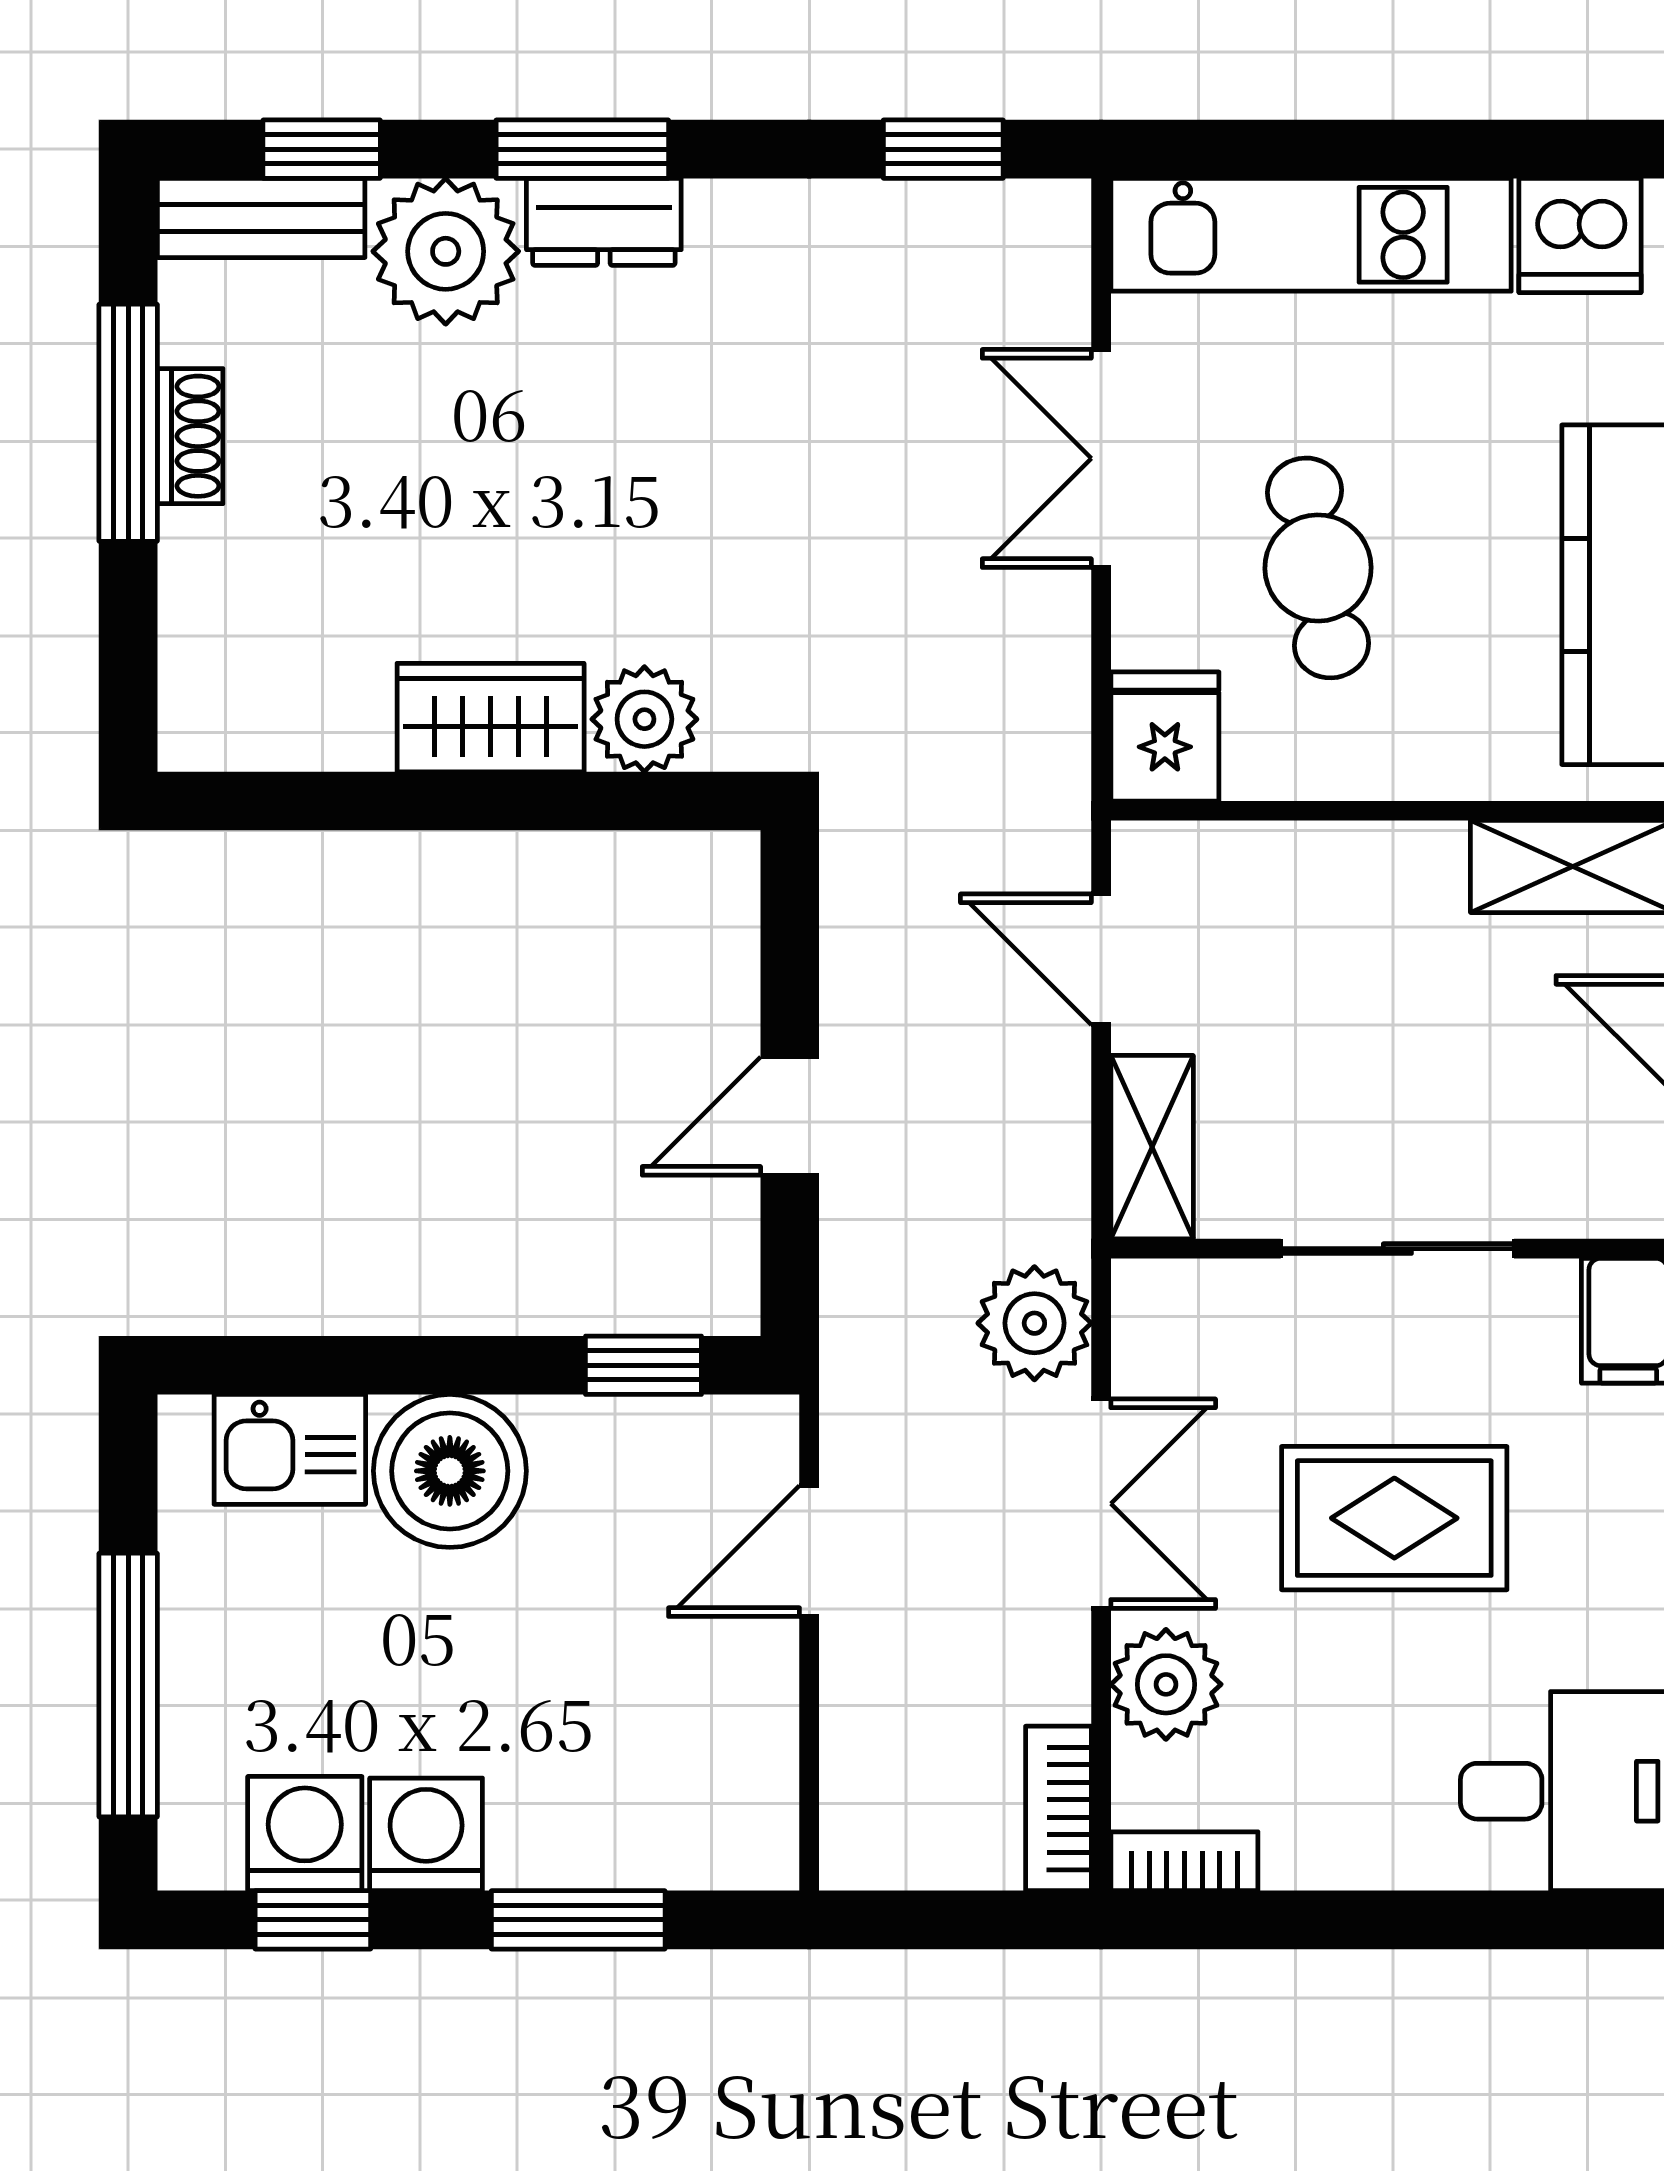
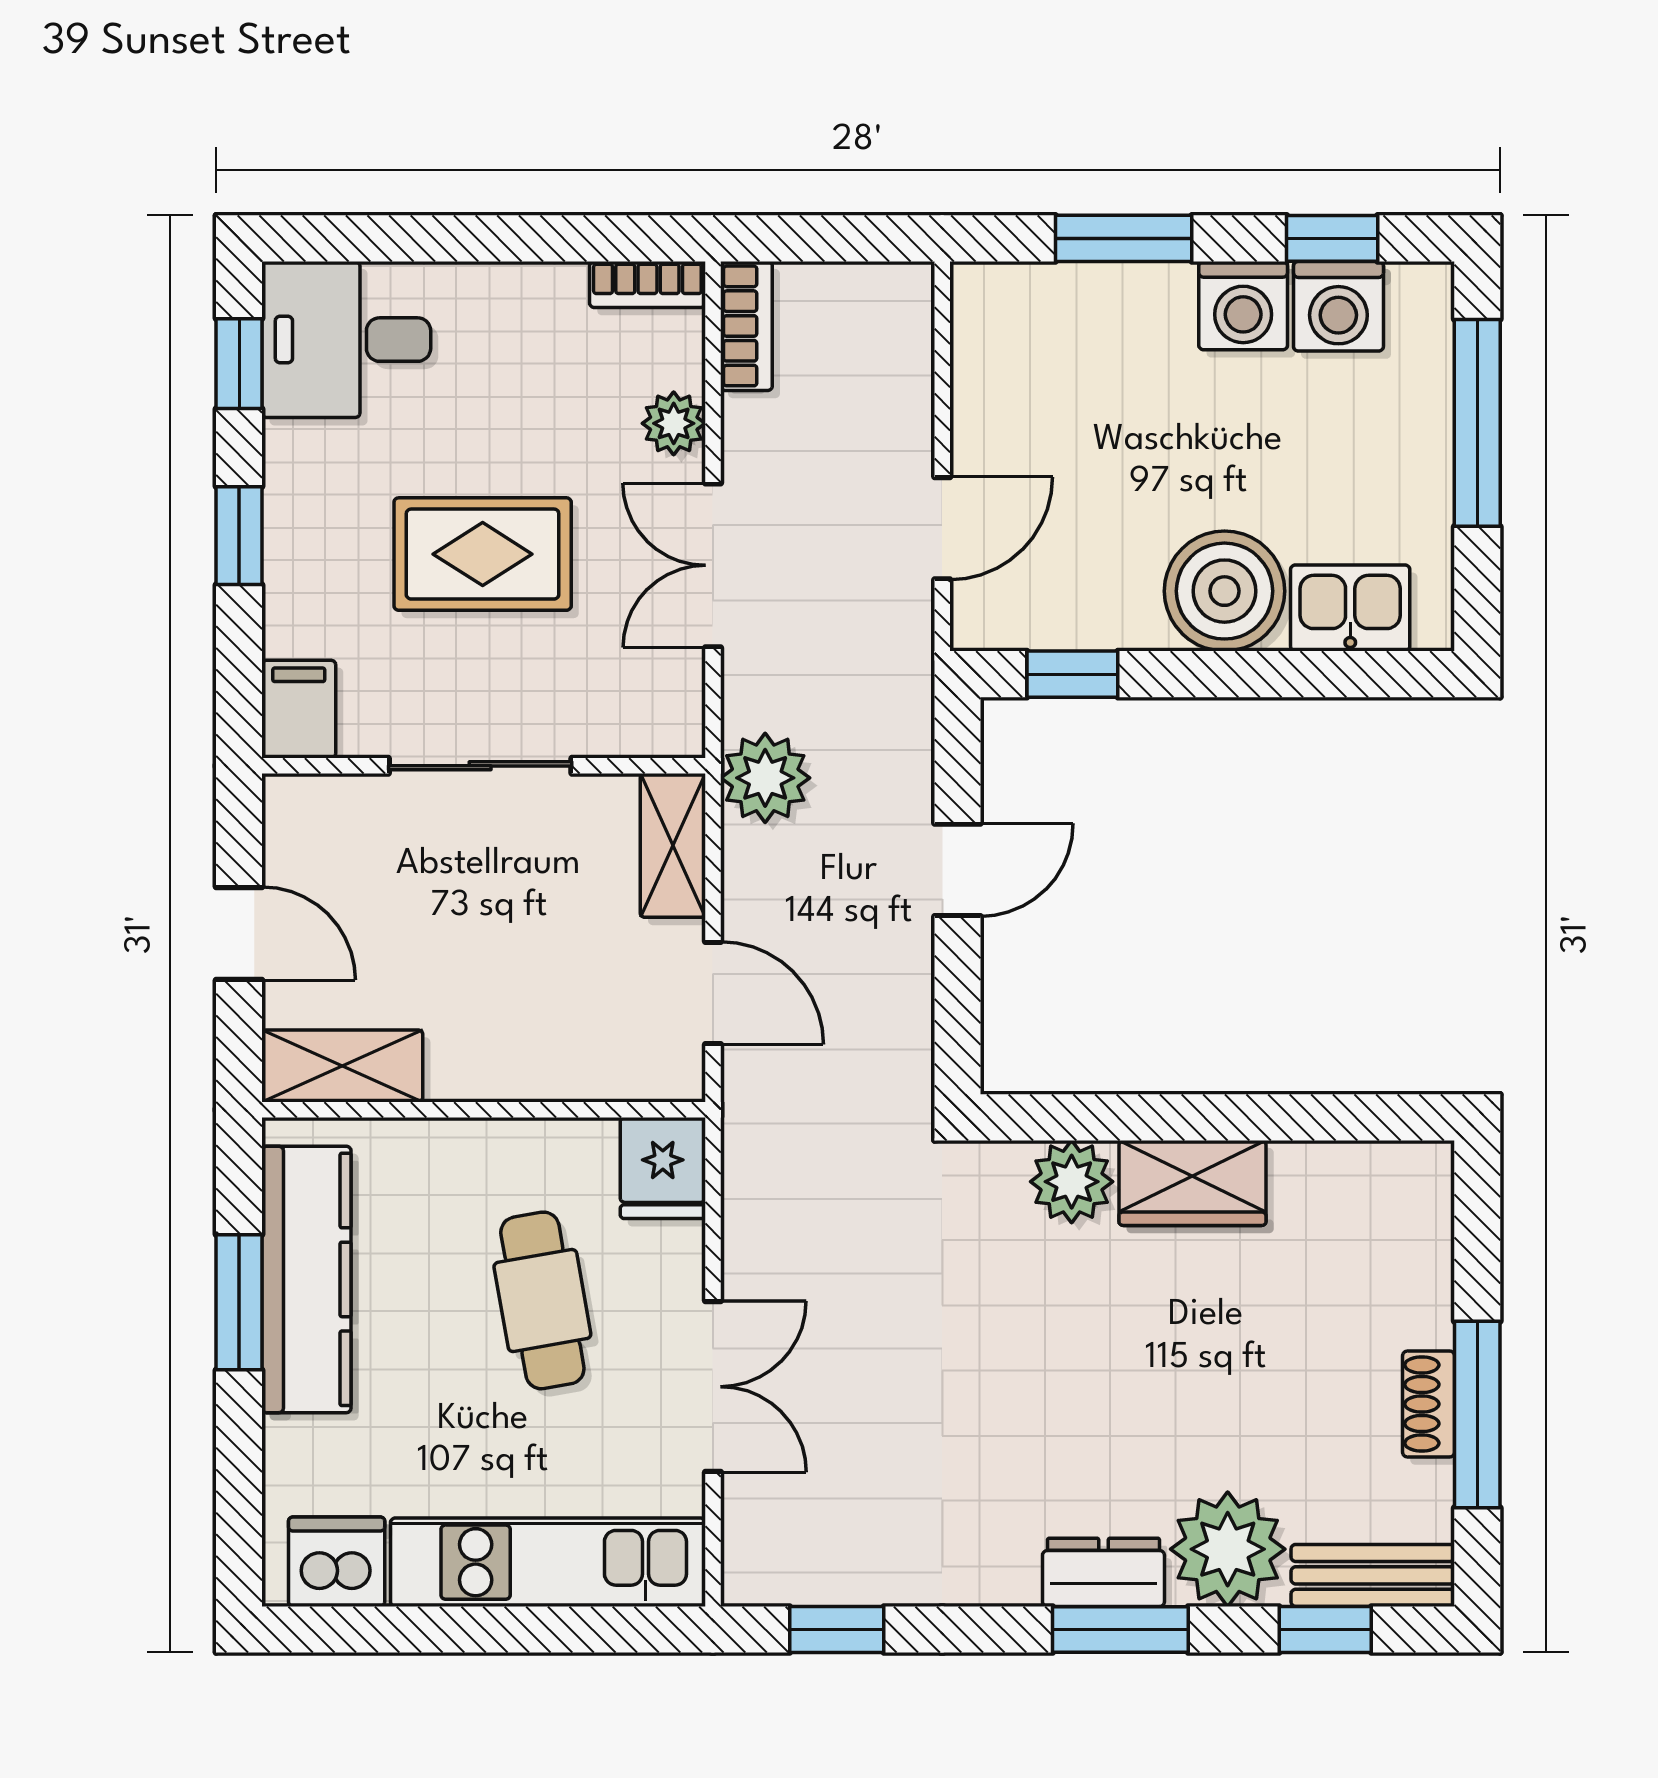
plant: (1034, 1323) -> (765, 778), moved
plant: (1166, 1684) -> (674, 423), width x0.73, depth x0.73

